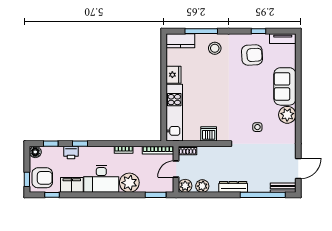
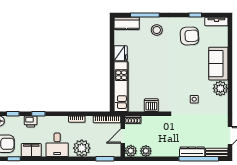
desk: (101, 179) -> (57, 145), width x0.73
dresser: (233, 187) -> (192, 152), moved

